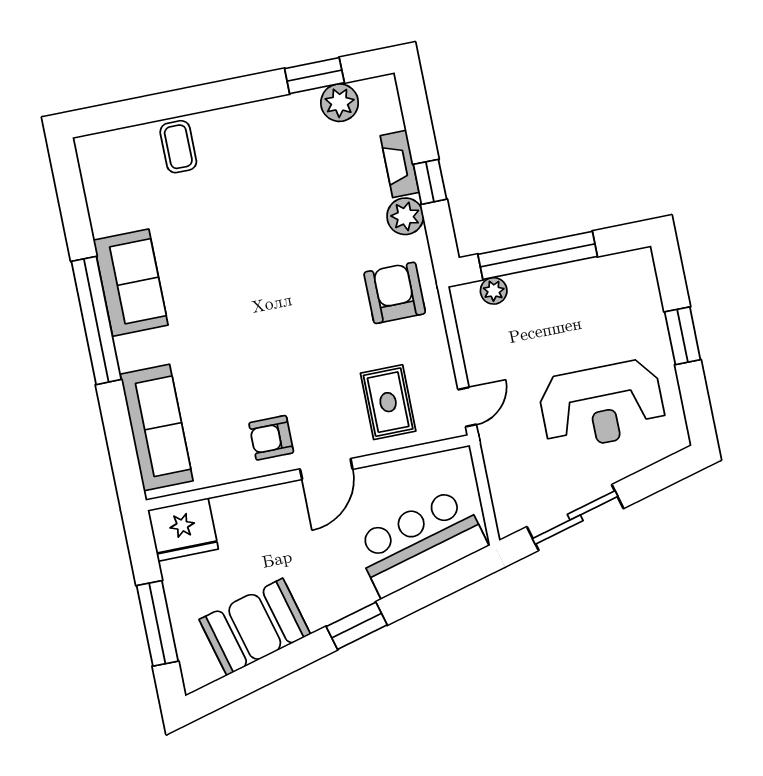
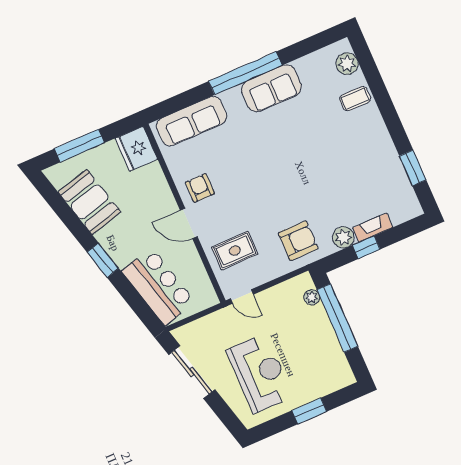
plant: (340, 103) -> (347, 64), moved
reception desk: (602, 405) -> (260, 373), turned 180

